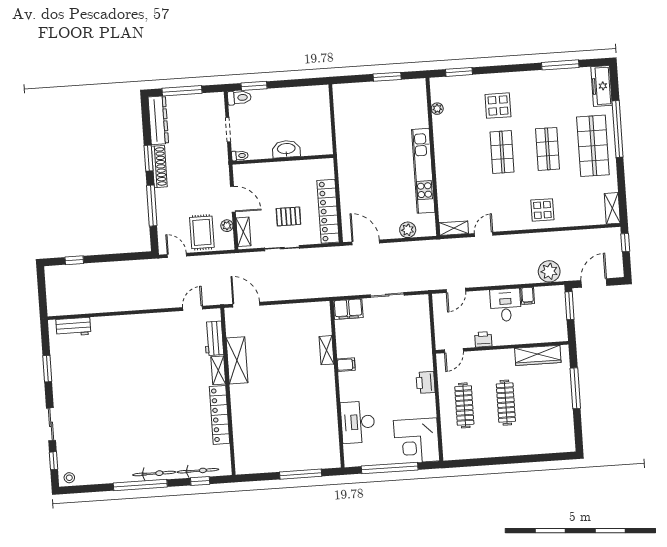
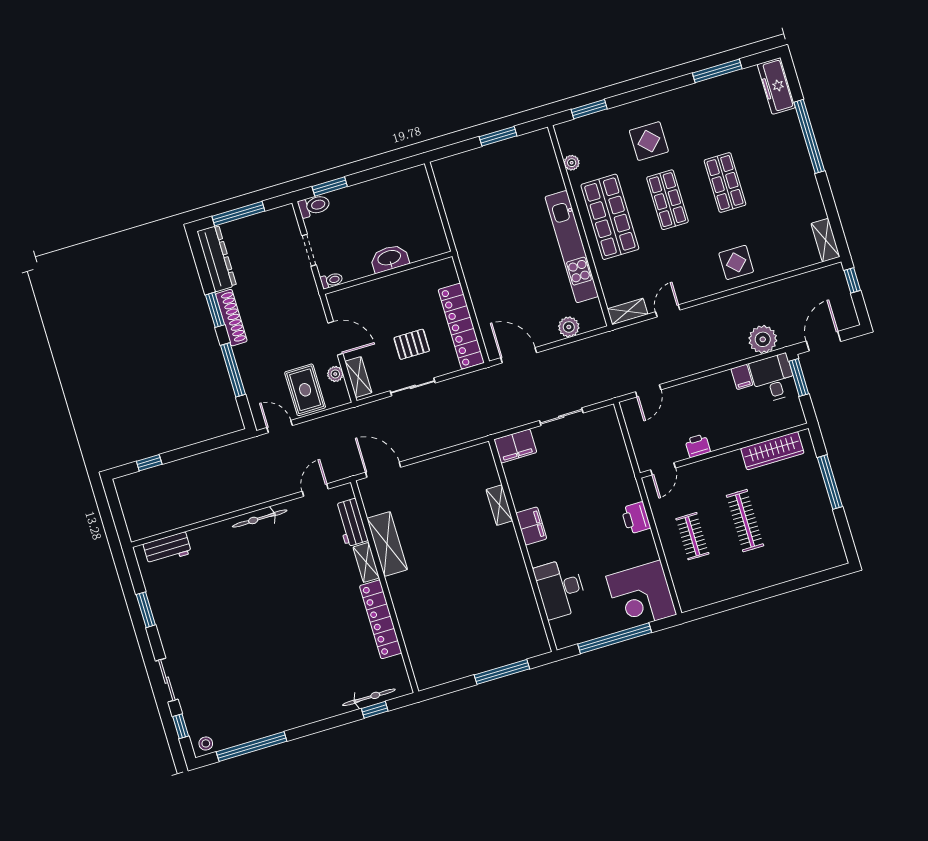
shop shelf: (593, 146) -> (610, 217), moved
desk: (506, 305) -> (773, 378), moved
filing cabinet: (346, 365) -> (531, 526), width x2.00
clothes rail: (464, 405) -> (692, 536), width x0.73
bicycle: (154, 473) -> (260, 518), moved, turned 180
window: (140, 485) -> (252, 747), moved

